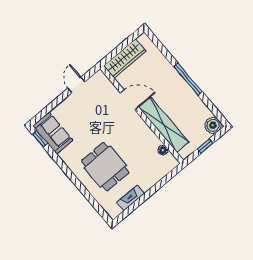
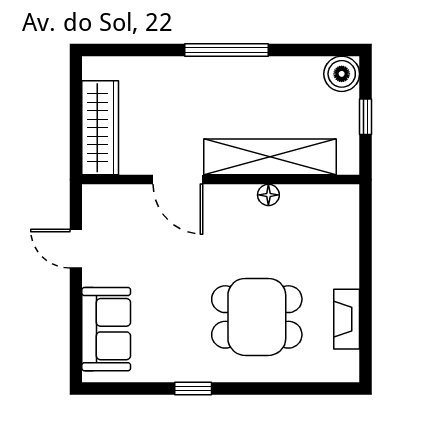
door: (129, 100) -> (178, 180), swing flipped
sofa: (53, 133) -> (106, 329), moved, turned 90
window: (40, 139) -> (193, 388), moved
floor lamp: (163, 150) -> (268, 195), moved

